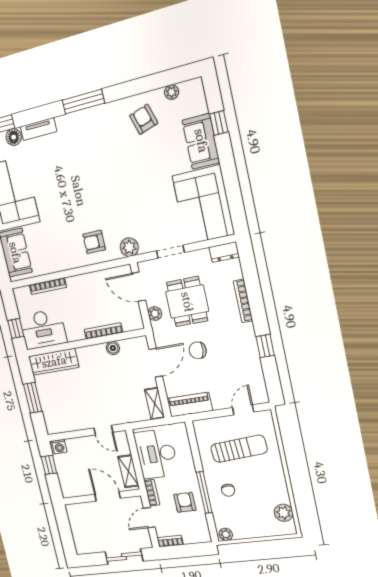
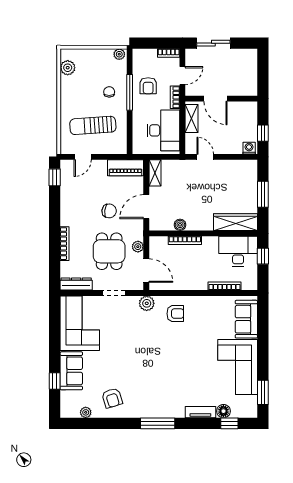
dresser: (224, 252) -> (76, 284), width x1.44
window: (265, 346) -> (55, 177), moved

